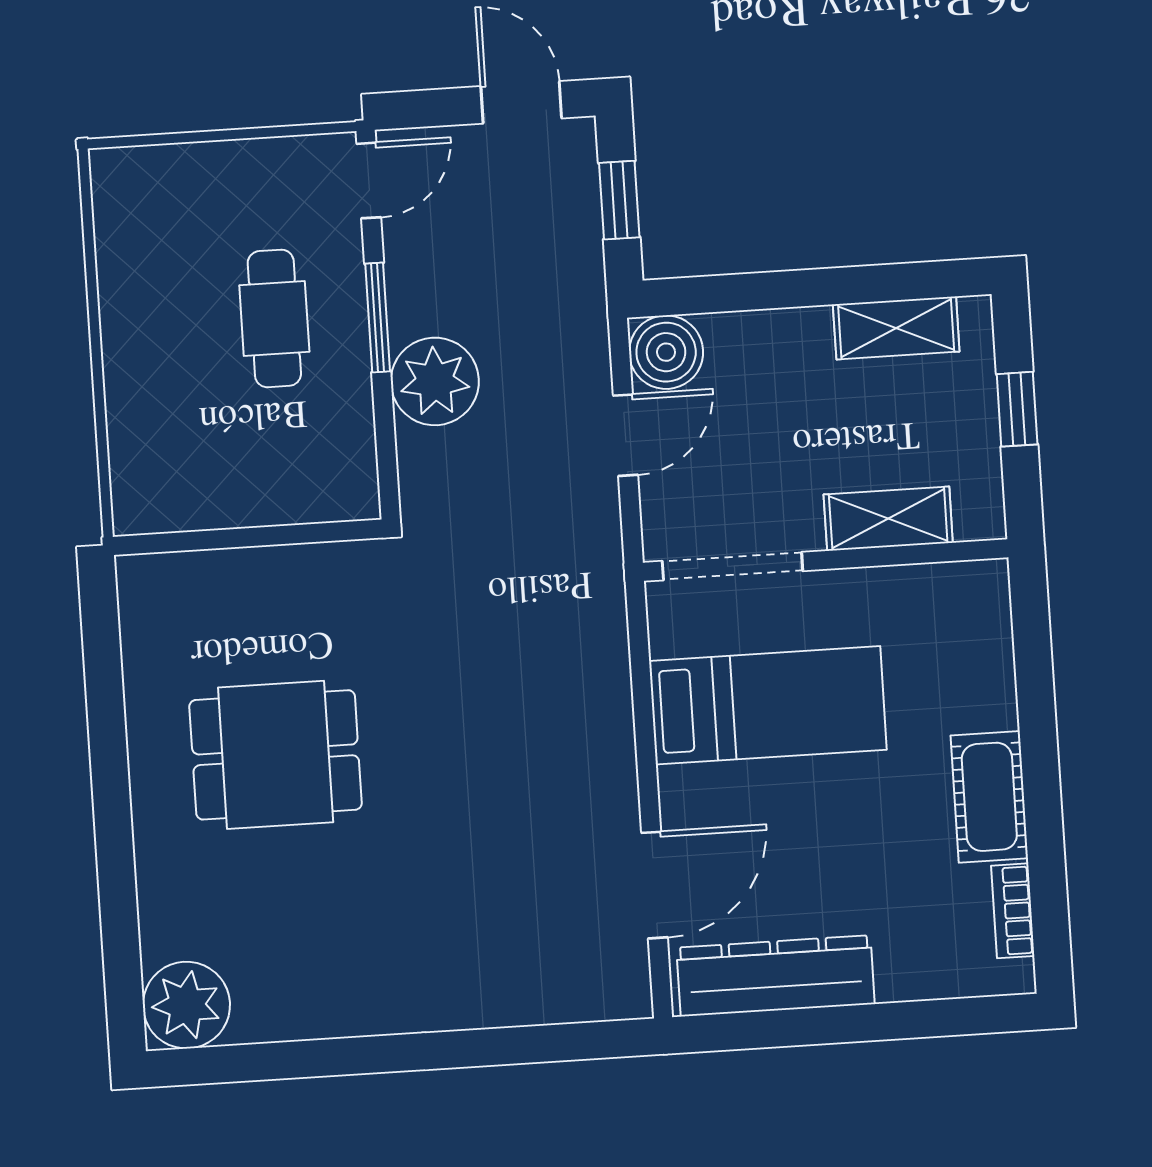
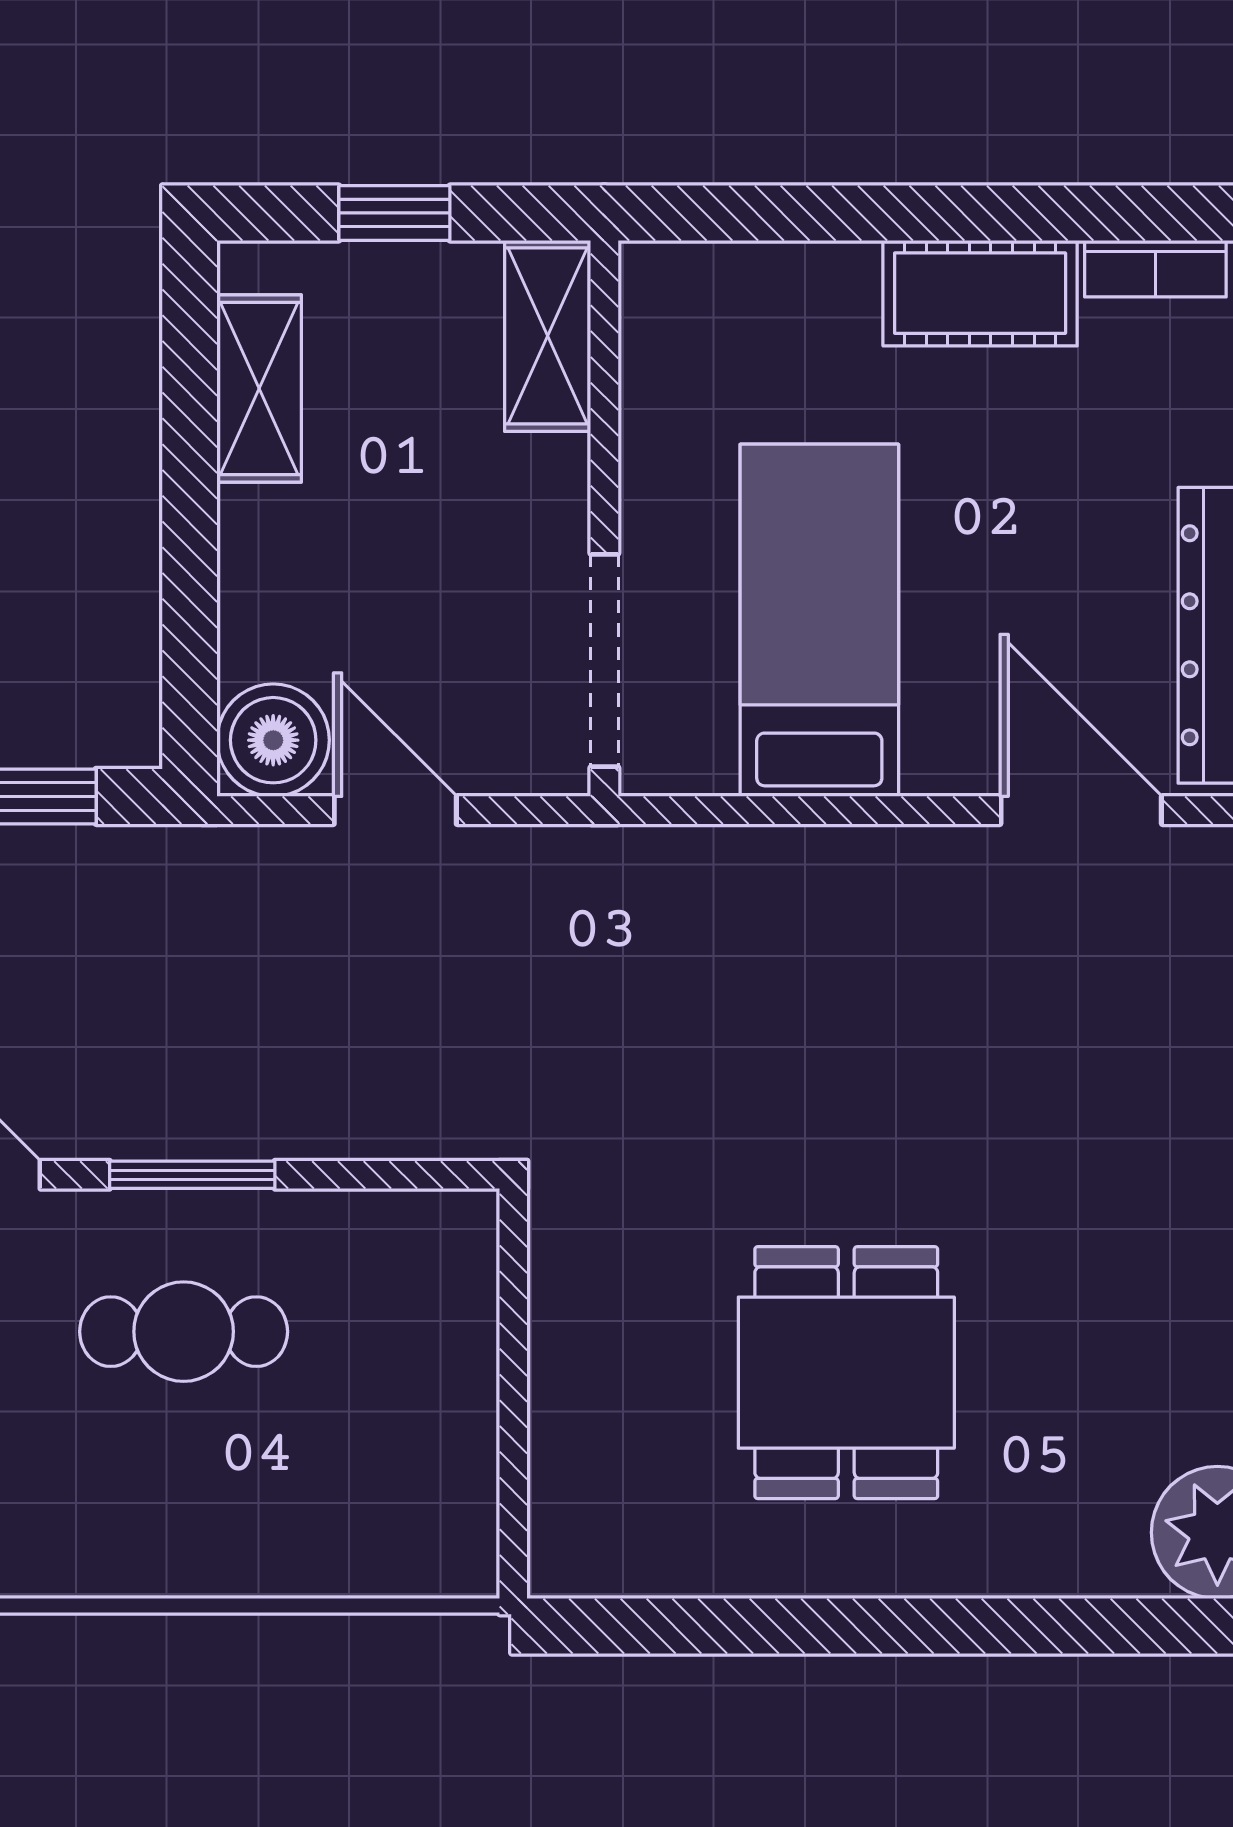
plant: (435, 381) -> (295, 1094), removed
shelving: (888, 519) -> (548, 336), moved

